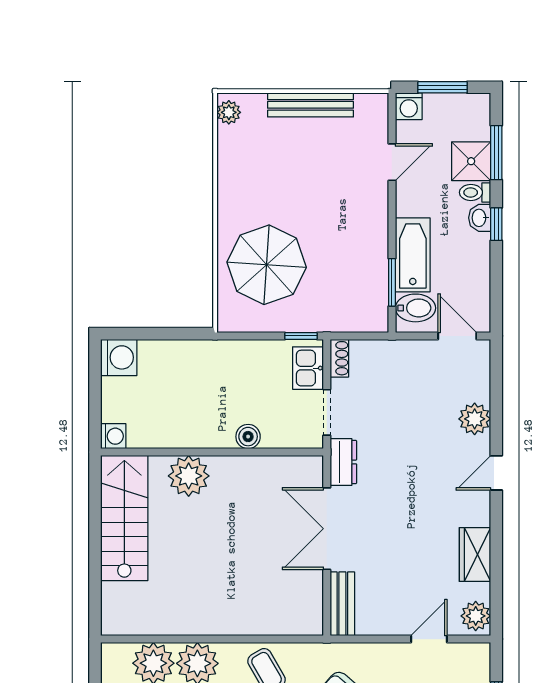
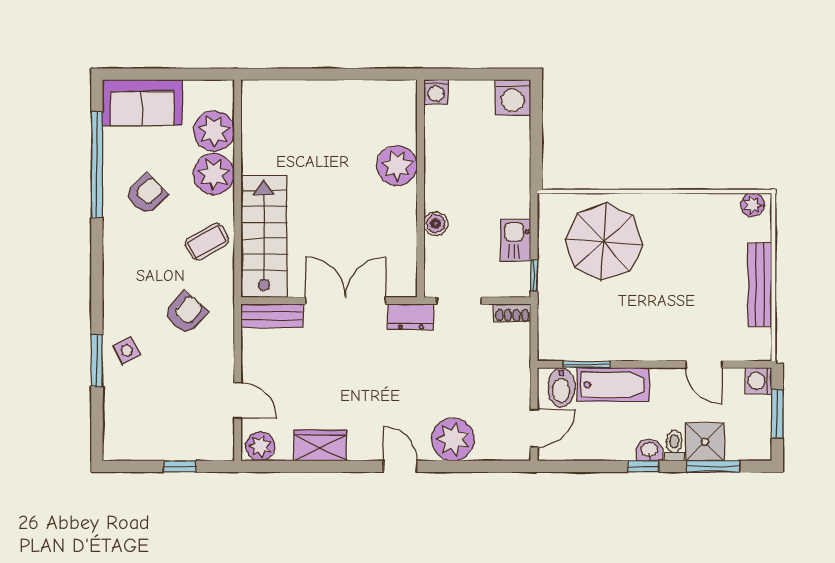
kitchen sink: (308, 368) -> (516, 240), moved, turned -90
plant: (475, 419) -> (453, 440), width x1.36, depth x1.36
stairs: (124, 518) -> (264, 236), moved, turned -90

